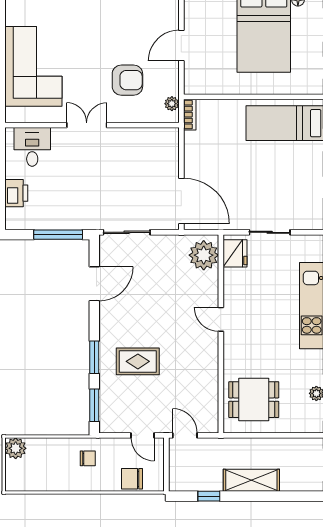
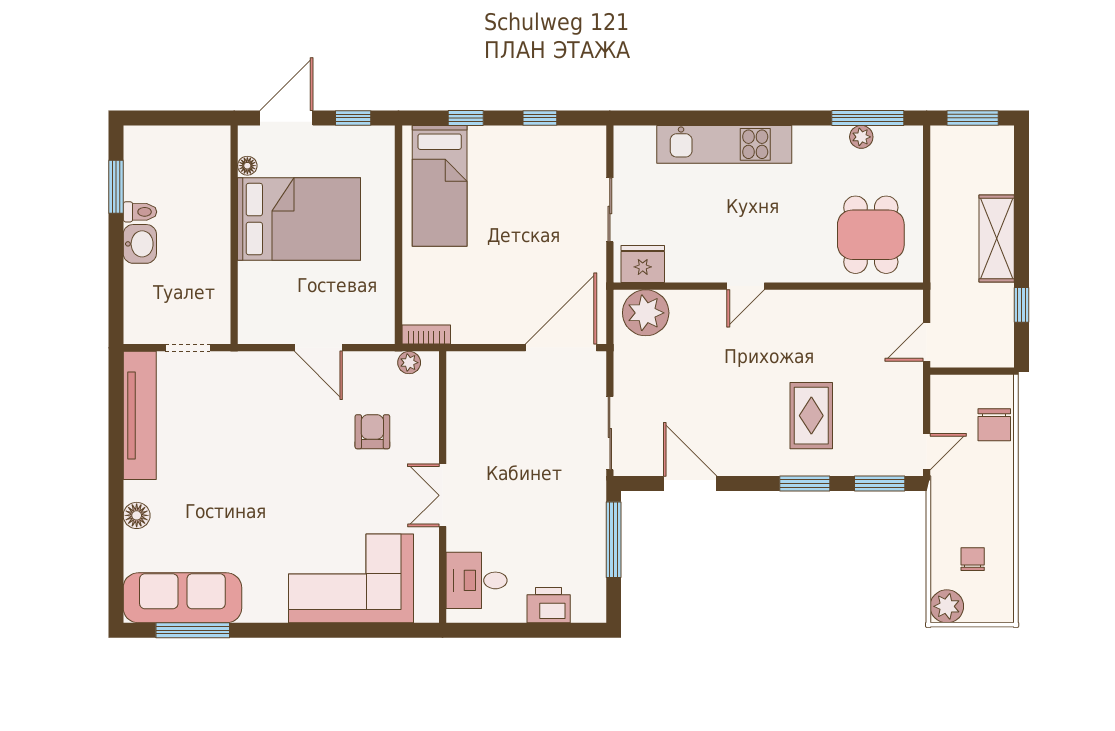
armchair: (127, 80) -> (372, 432), width x0.72, depth x0.72
door: (143, 435) -> (927, 452), moved
chair: (88, 458) -> (973, 559), moved

